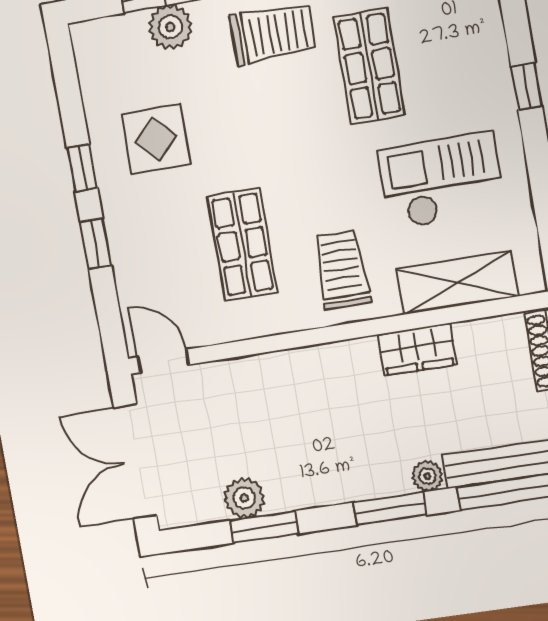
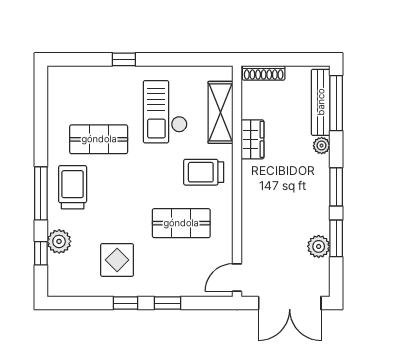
window: (390, 509) -> (336, 187), moved

